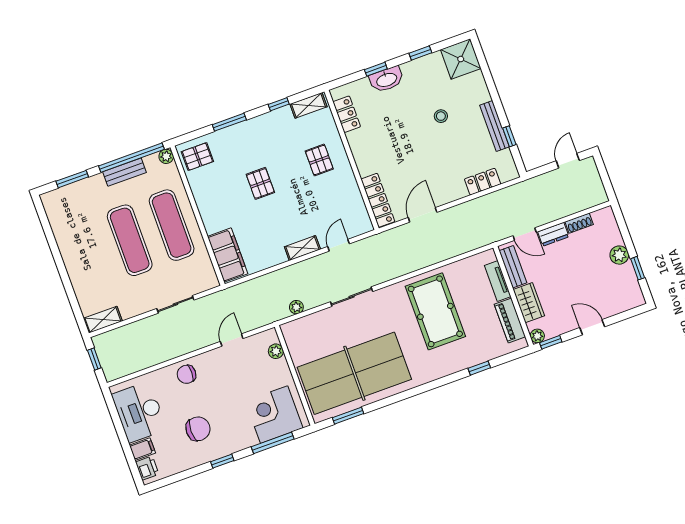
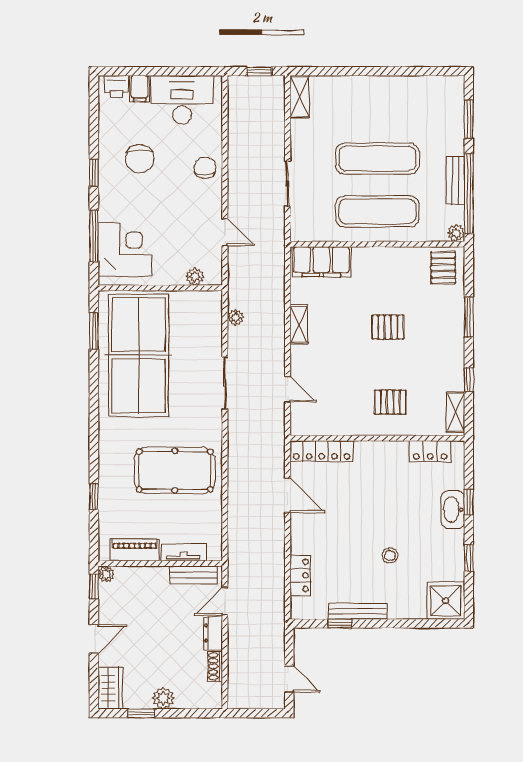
shelving: (302, 248) -> (299, 324), moved
wardrobe: (529, 303) -> (110, 688), moved, turned -90

